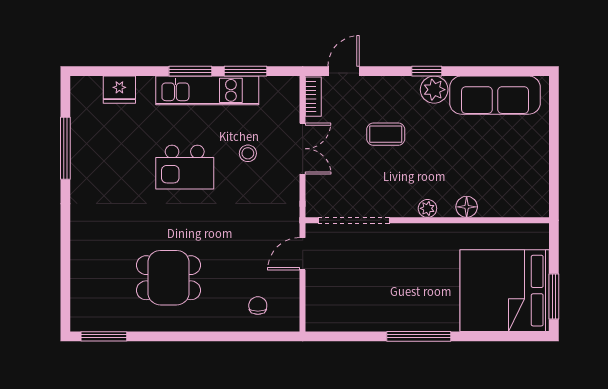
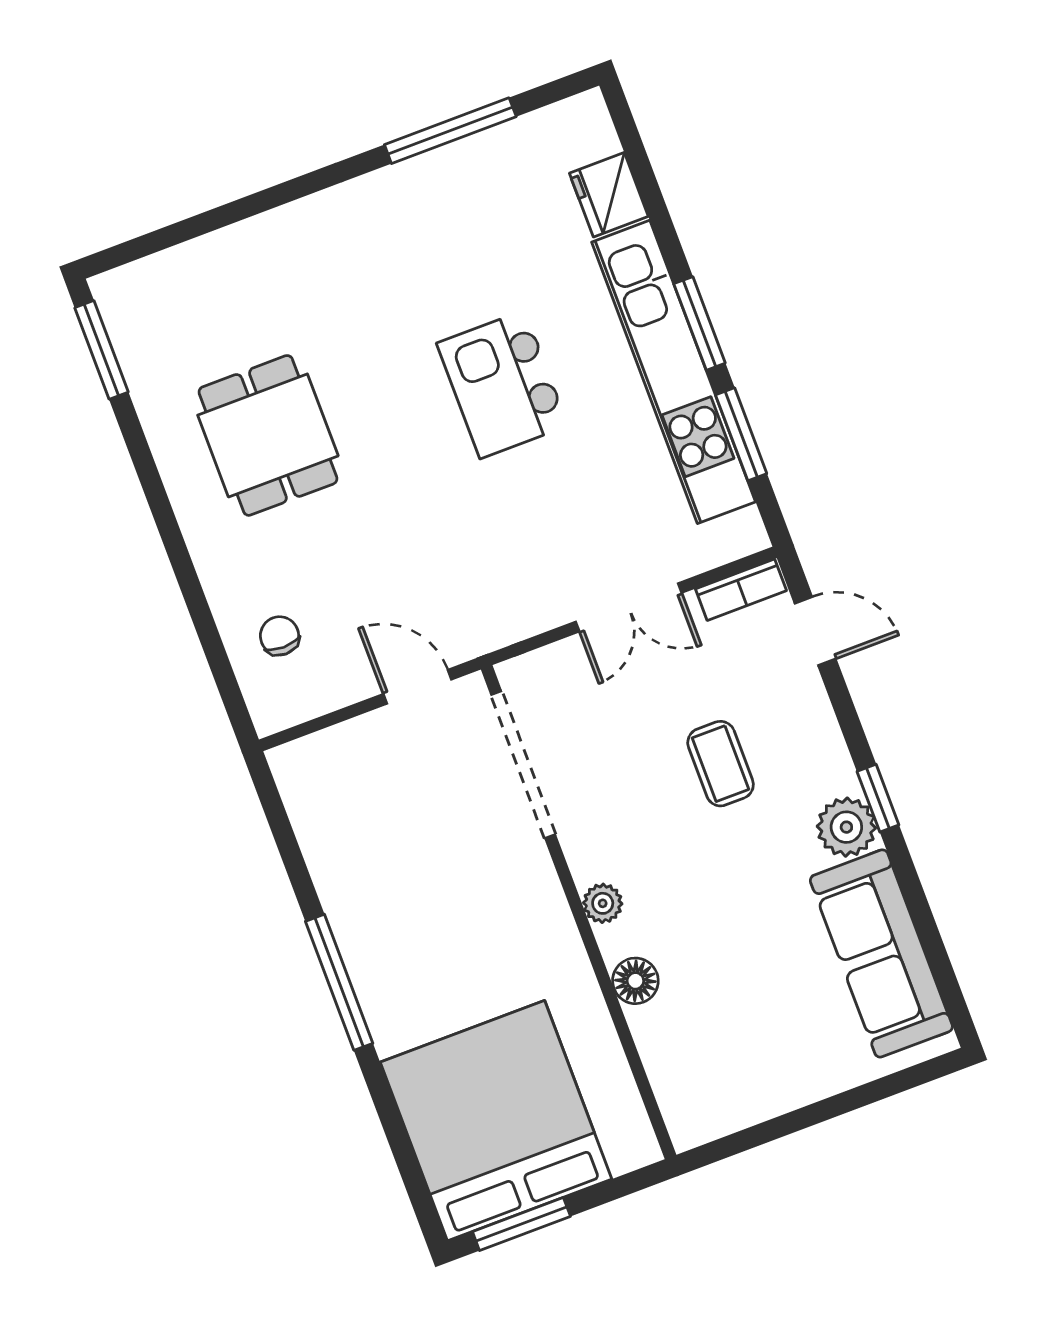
kitchen unit: (207, 90) -> (674, 372), width x1.36
stool: (248, 153) -> (578, 501), removed
chair: (258, 306) -> (280, 636), turned -90

